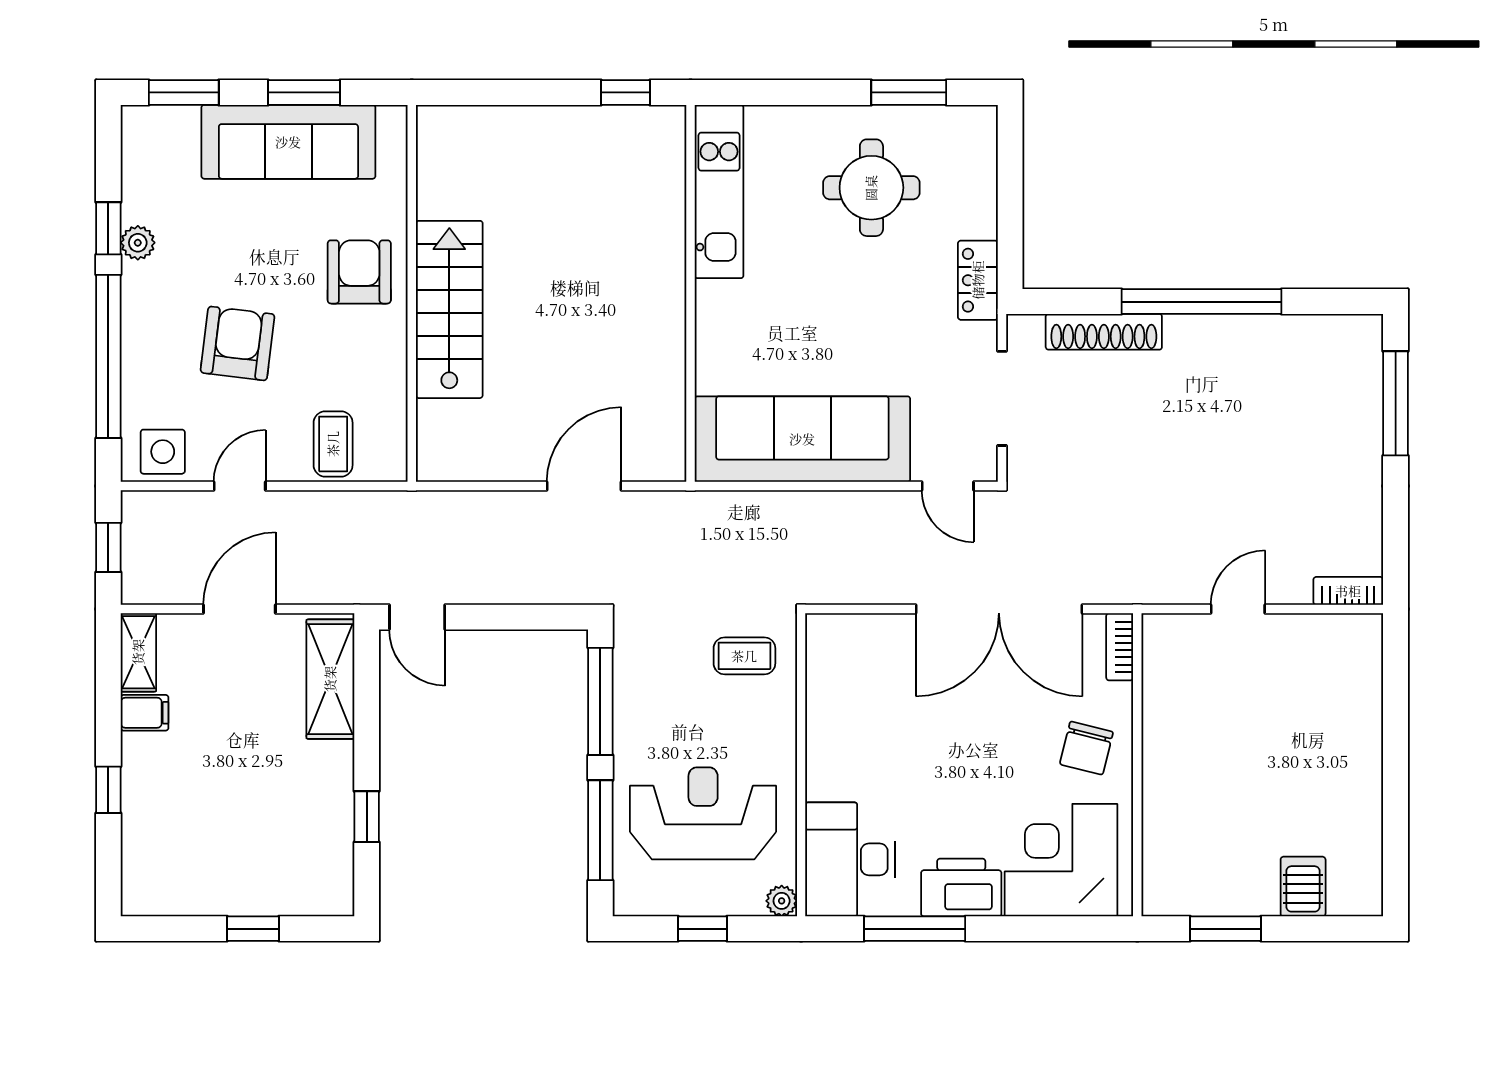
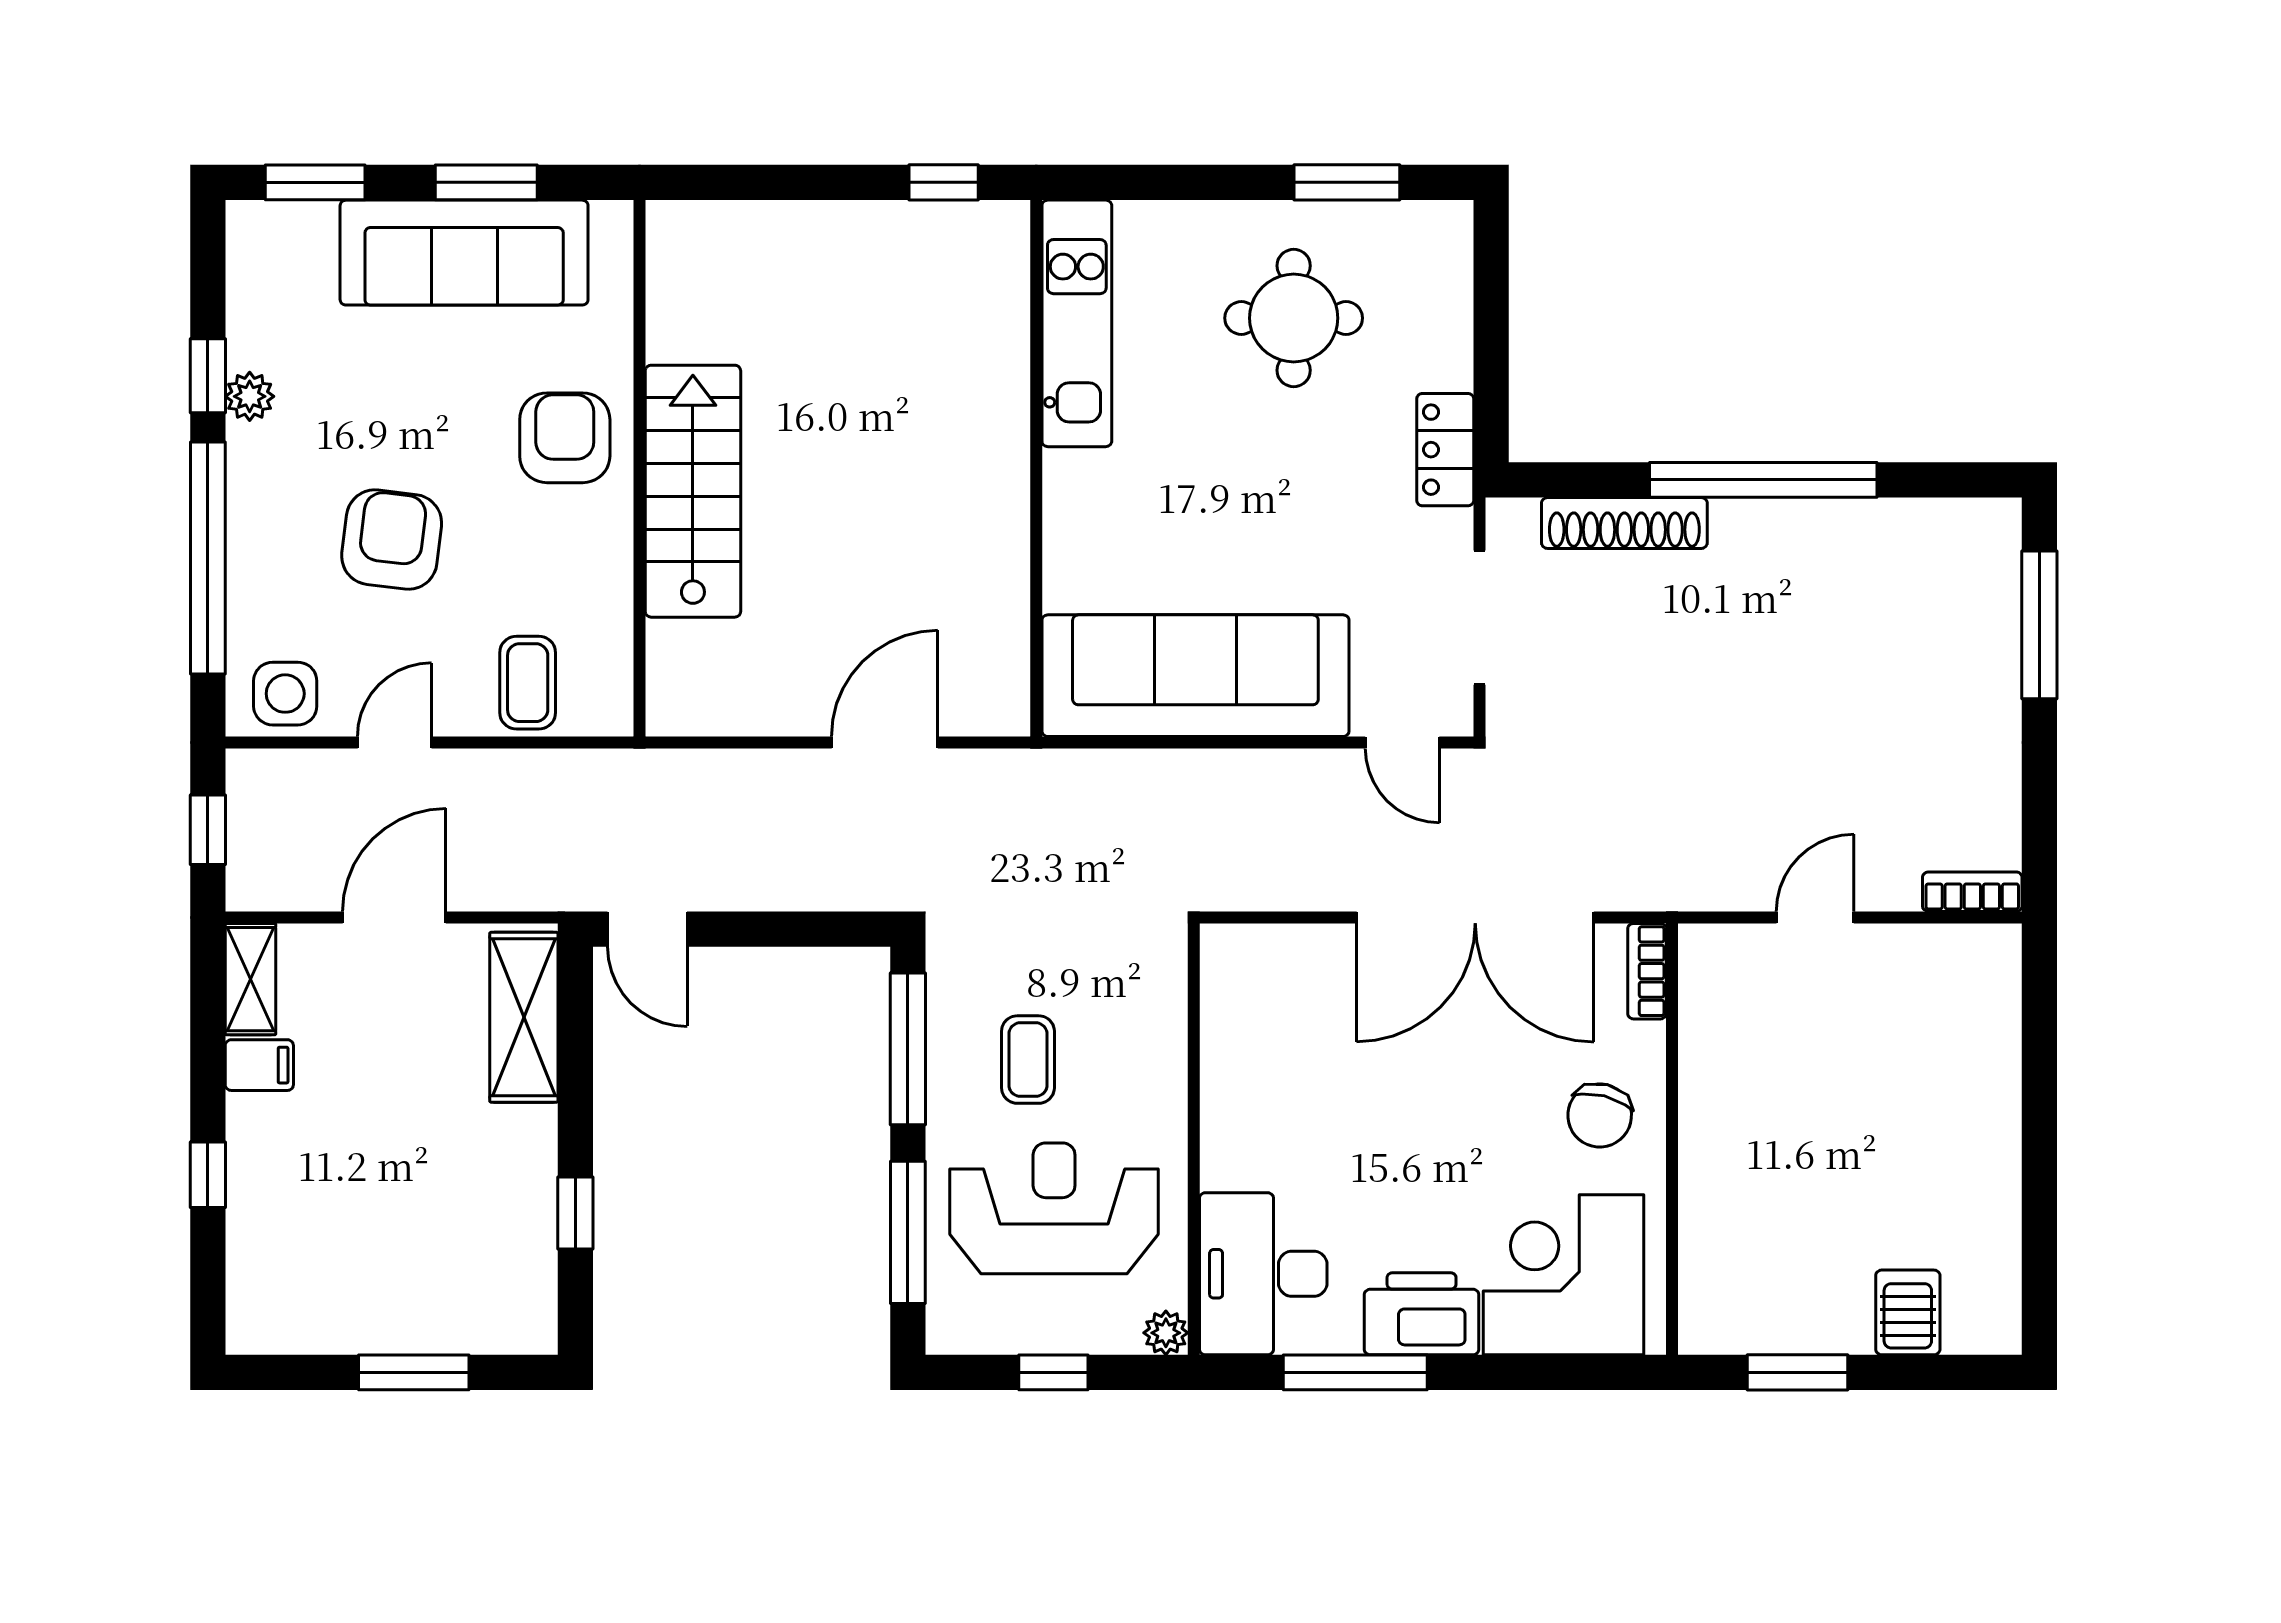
coffee table: (744, 656) -> (1028, 1060), moved, turned 90
window: (253, 929) -> (414, 1372), width x1.50

